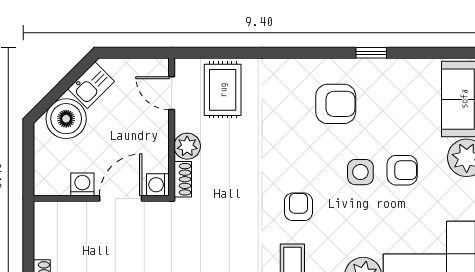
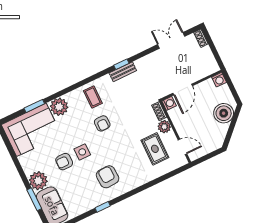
kitchen sink: (91, 85) -> (220, 133), removed
rug: (223, 90) -> (155, 149), moved
armchair: (336, 104) -> (108, 177), turned 87
washing machine: (82, 184) -> (219, 80), moved

